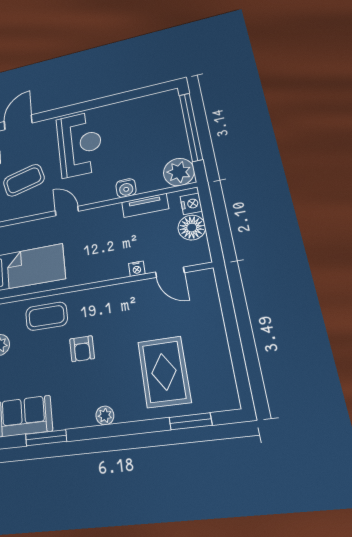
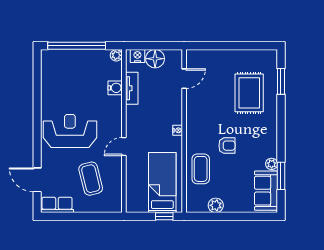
plant: (179, 172) -> (116, 55), width x0.53, depth x0.53
water cooler: (126, 188) -> (115, 88), moved
nightstand: (137, 269) -> (178, 130), moved
rug: (164, 372) -> (249, 93), turned 90
plant: (105, 415) -> (272, 164), moved

